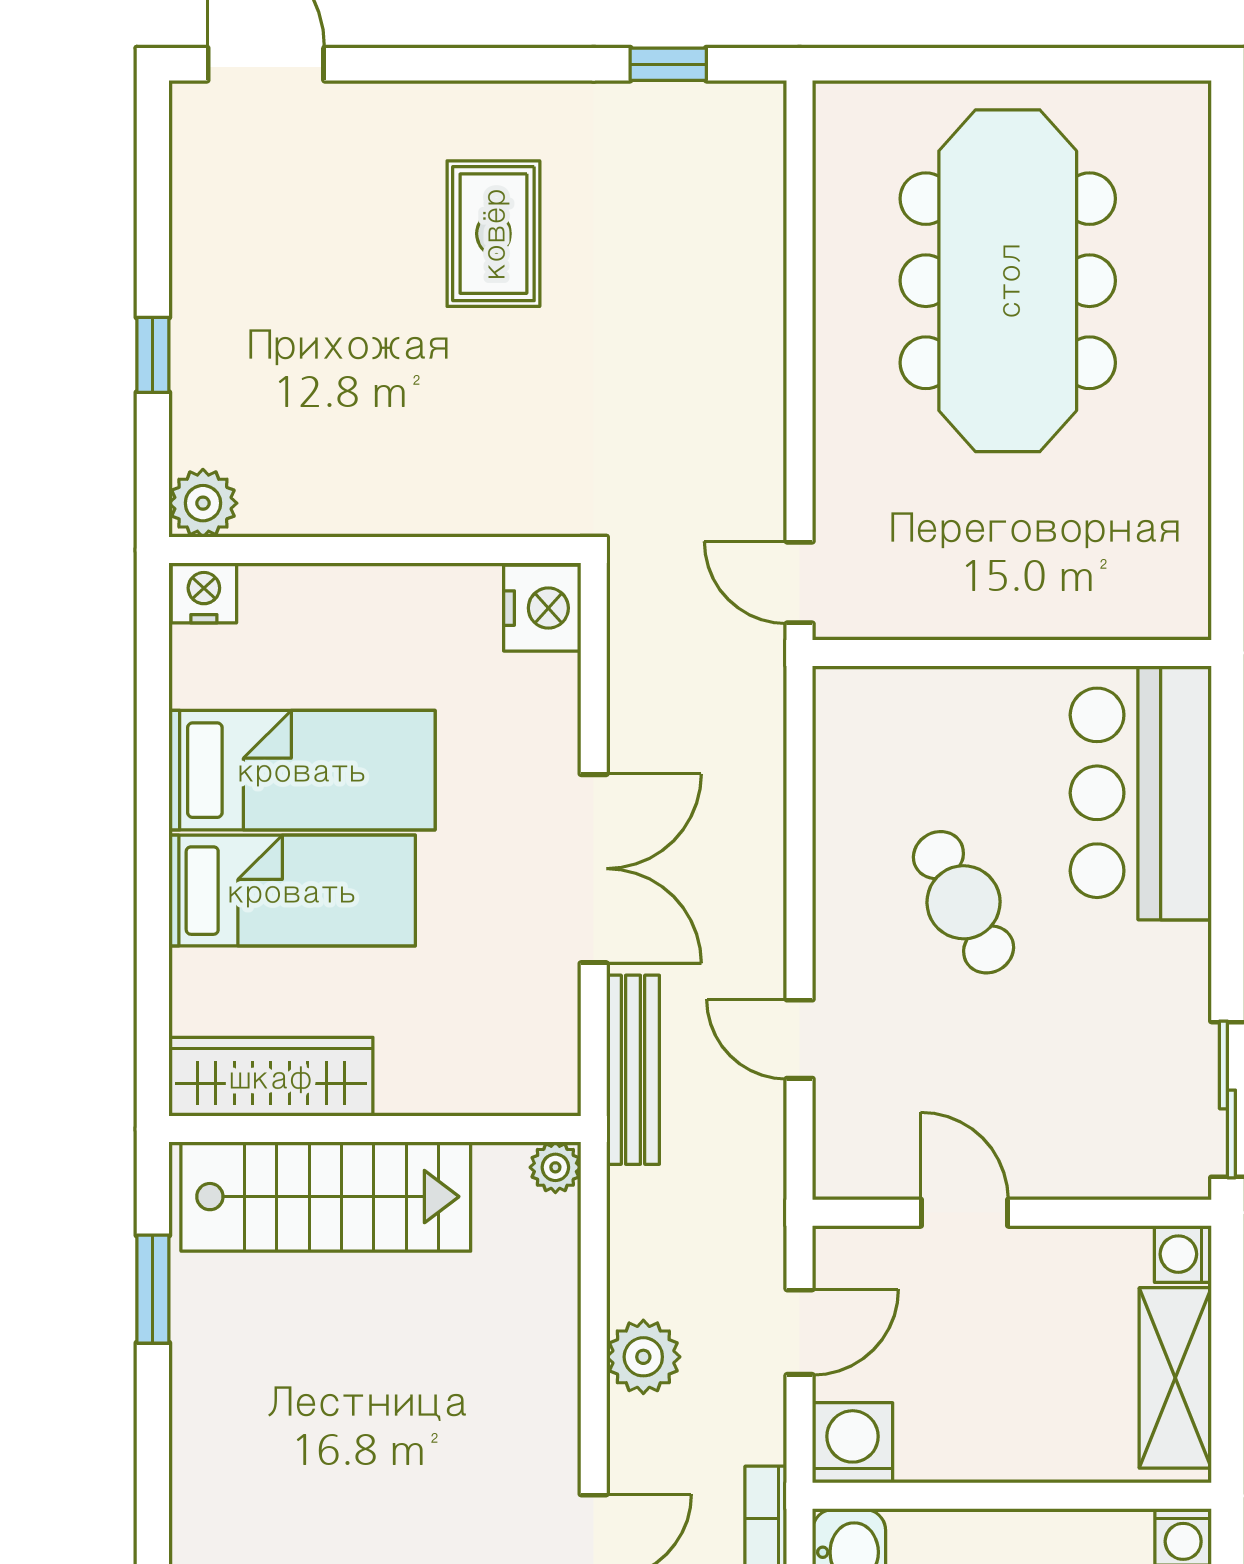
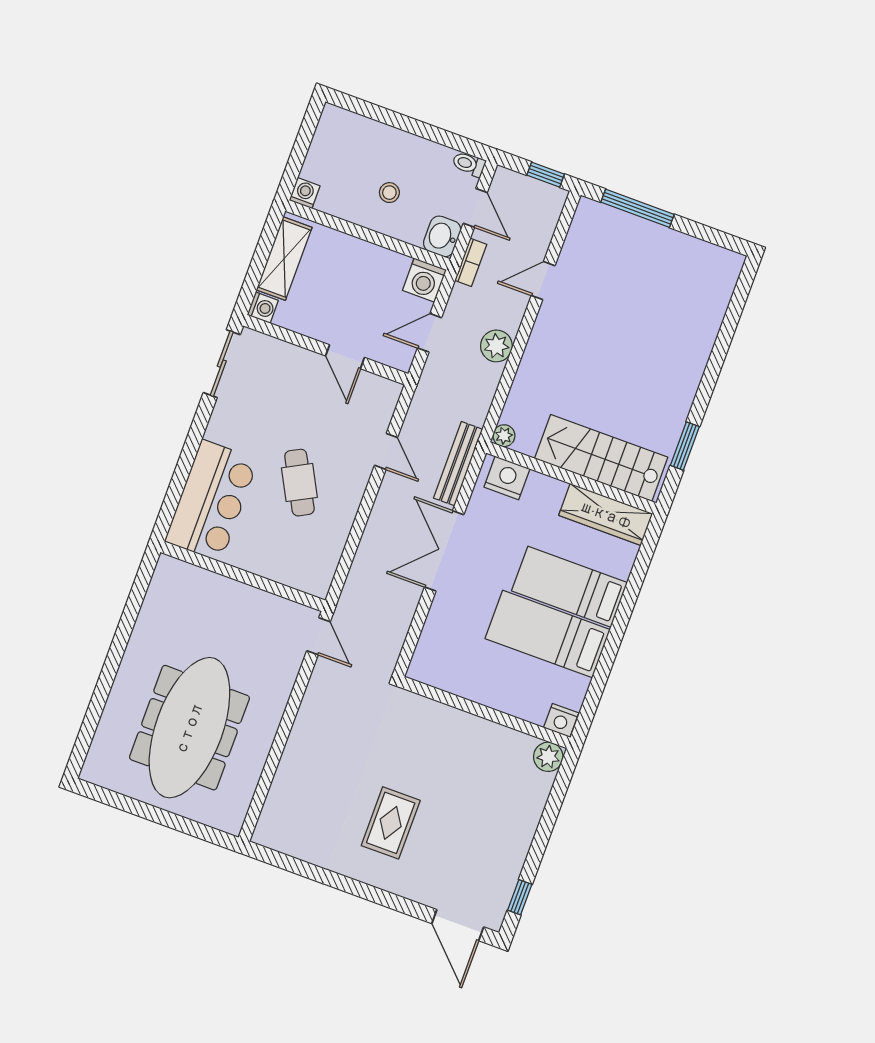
window: (668, 64) -> (295, 866), removed
window: (153, 355) -> (520, 897), moved
nightstand: (542, 608) -> (507, 478), moved, turned 90

